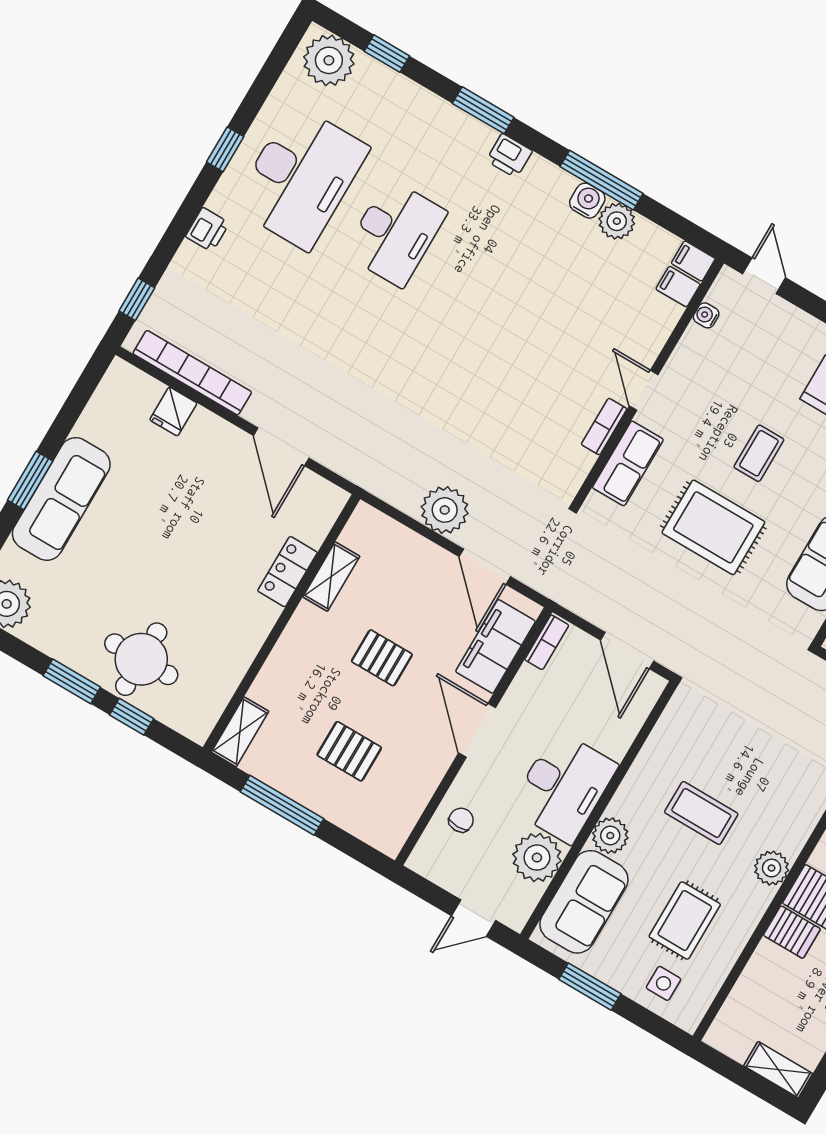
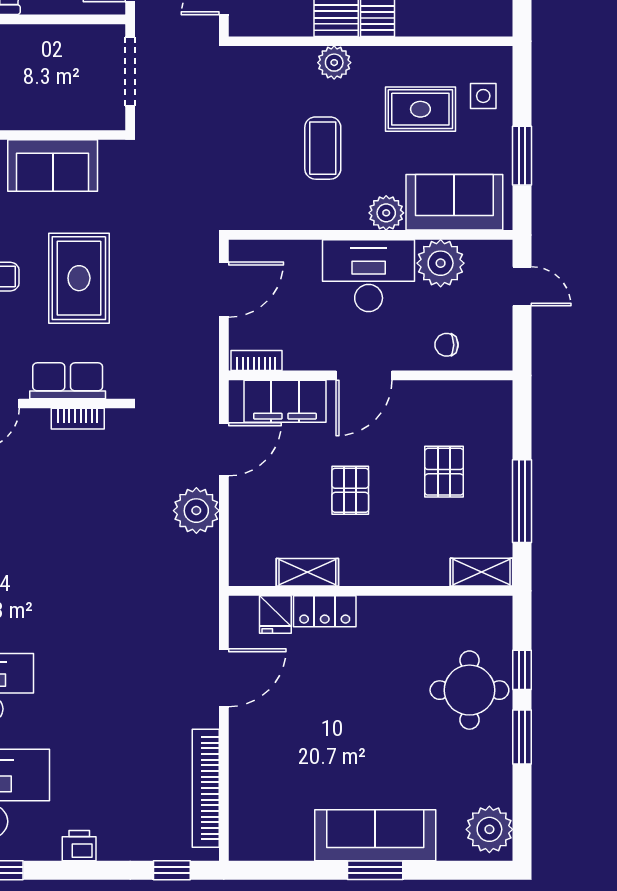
fridge: (173, 412) -> (275, 614), moved, turned 90
bookcase: (604, 427) -> (78, 419), moved

